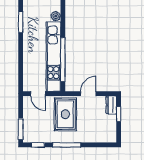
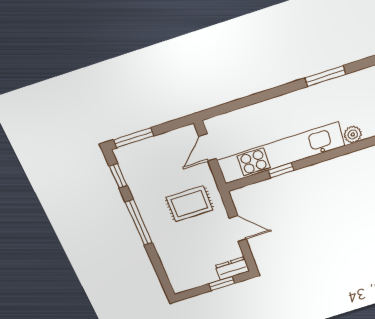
window: (63, 60) -> (281, 170), width x0.32
rug: (65, 114) -> (190, 204), width x0.73, depth x0.70

